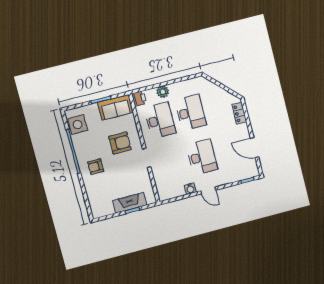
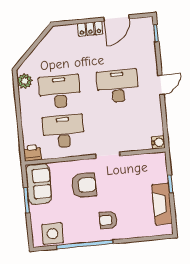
plant: (163, 92) -> (25, 81), moved
locker: (239, 113) -> (90, 29), moved
armchair: (120, 143) -> (84, 185), turned 90
armchair: (96, 167) -> (108, 220), turned 90
water cooler: (190, 189) -> (158, 142), moved
fireplace: (130, 203) -> (162, 204), moved

